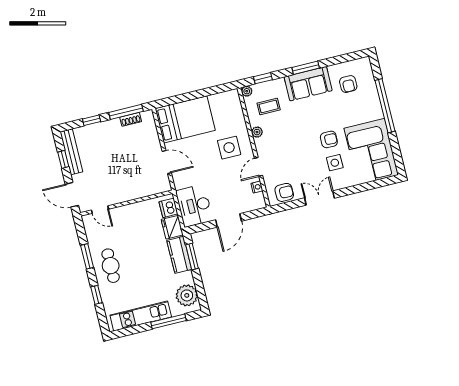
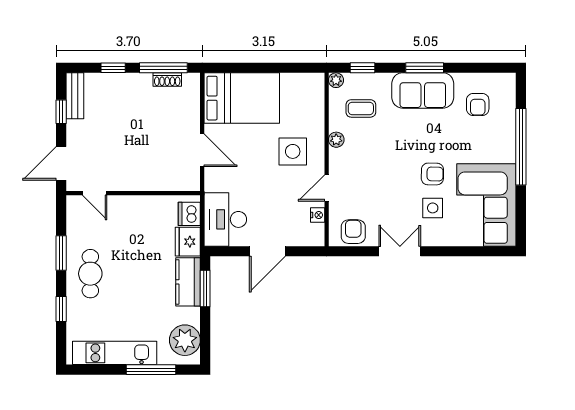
bench: (71, 152) -> (75, 96), width x0.73
armchair: (284, 192) -> (353, 232), turned -90
door: (72, 195) -> (61, 163), hinge flipped

